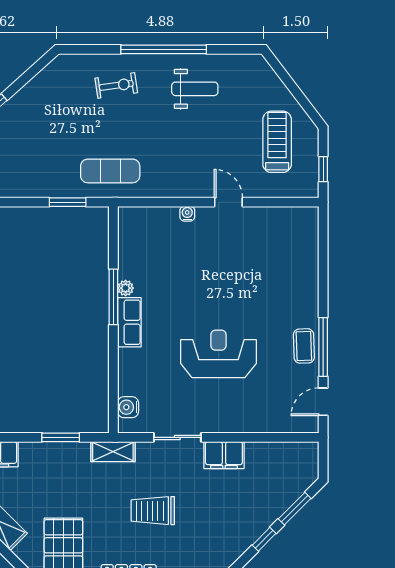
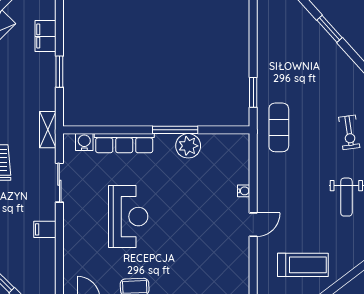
plant: (126, 288) -> (188, 146), width x1.87, depth x1.87
row of seats: (129, 322) -> (124, 143), moved, width x1.48
window: (61, 437) -> (59, 72), moved
filing cabinet: (224, 455) -> (45, 229), width x0.50

